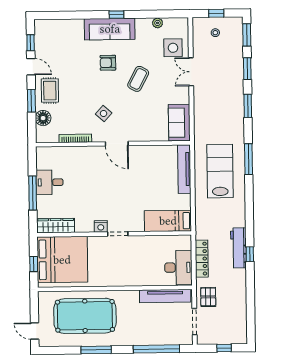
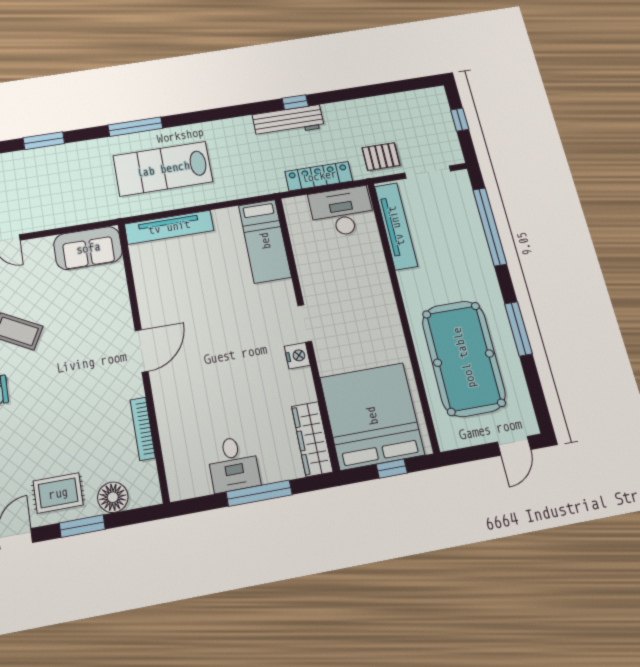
side table: (104, 113) -> (89, 384), removed

